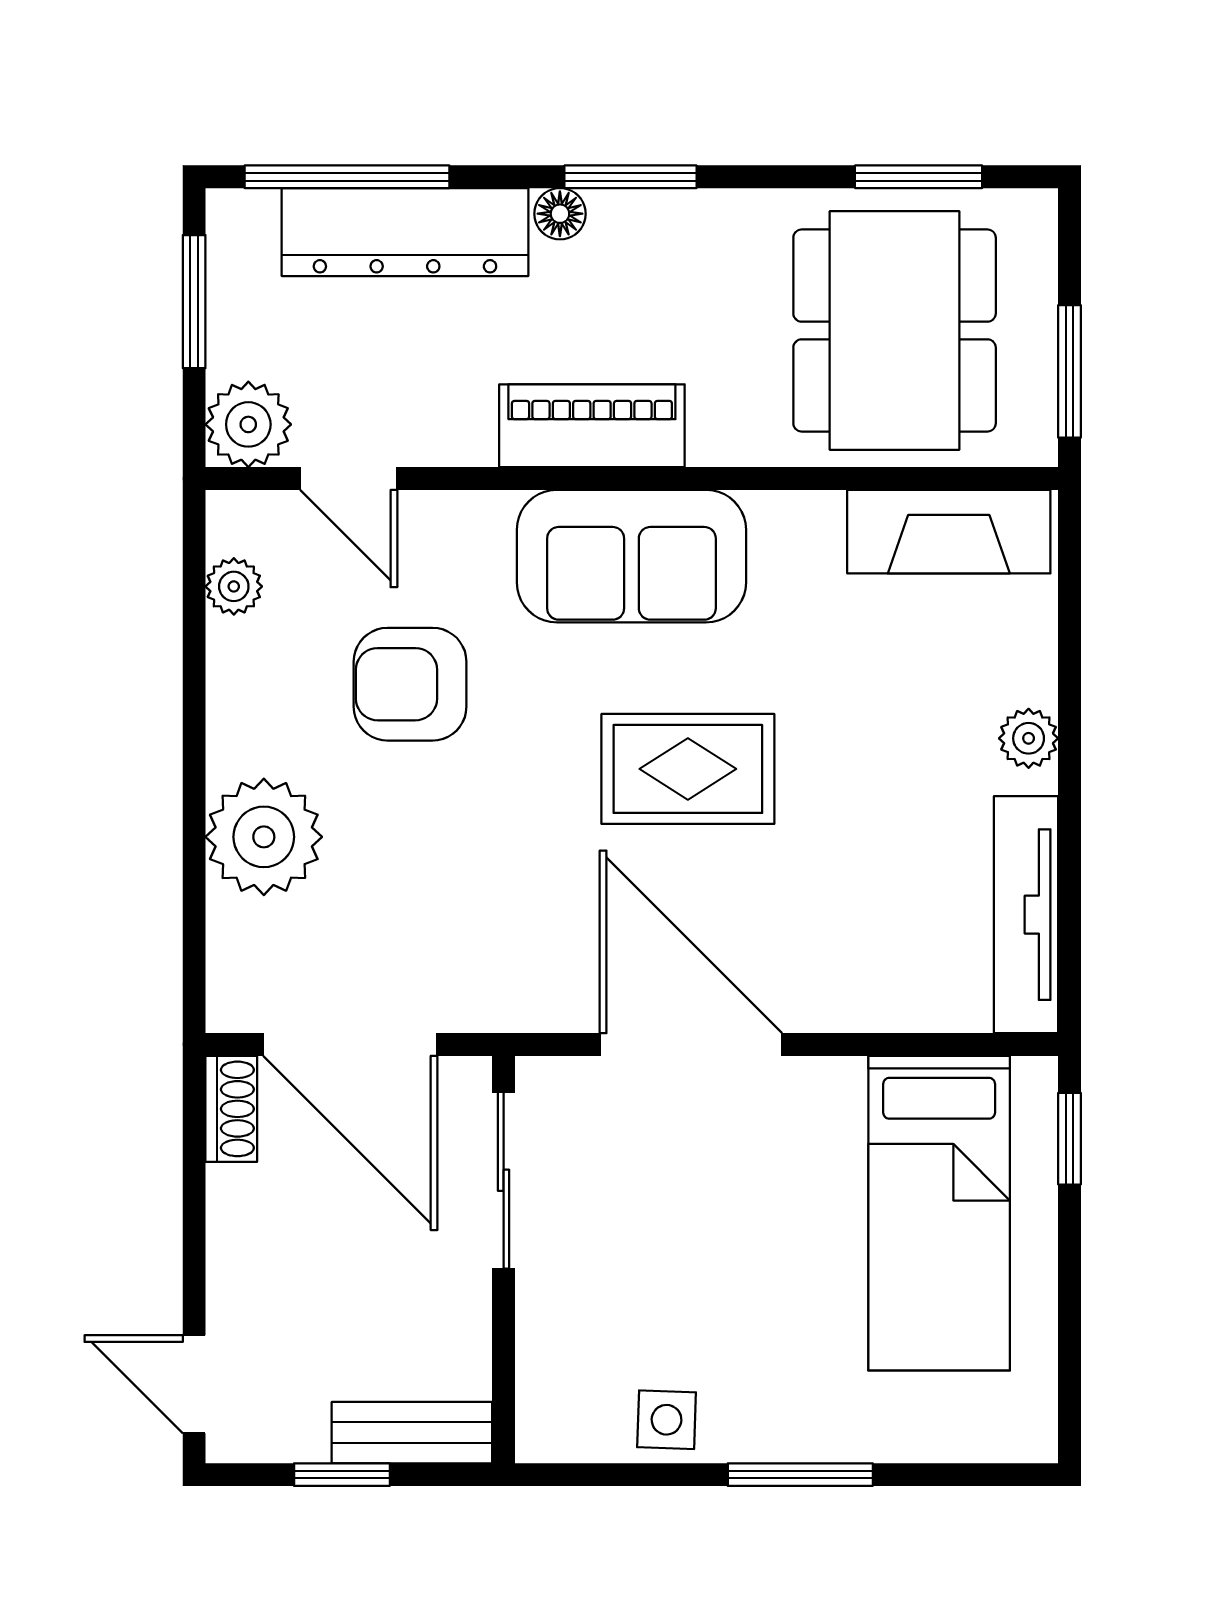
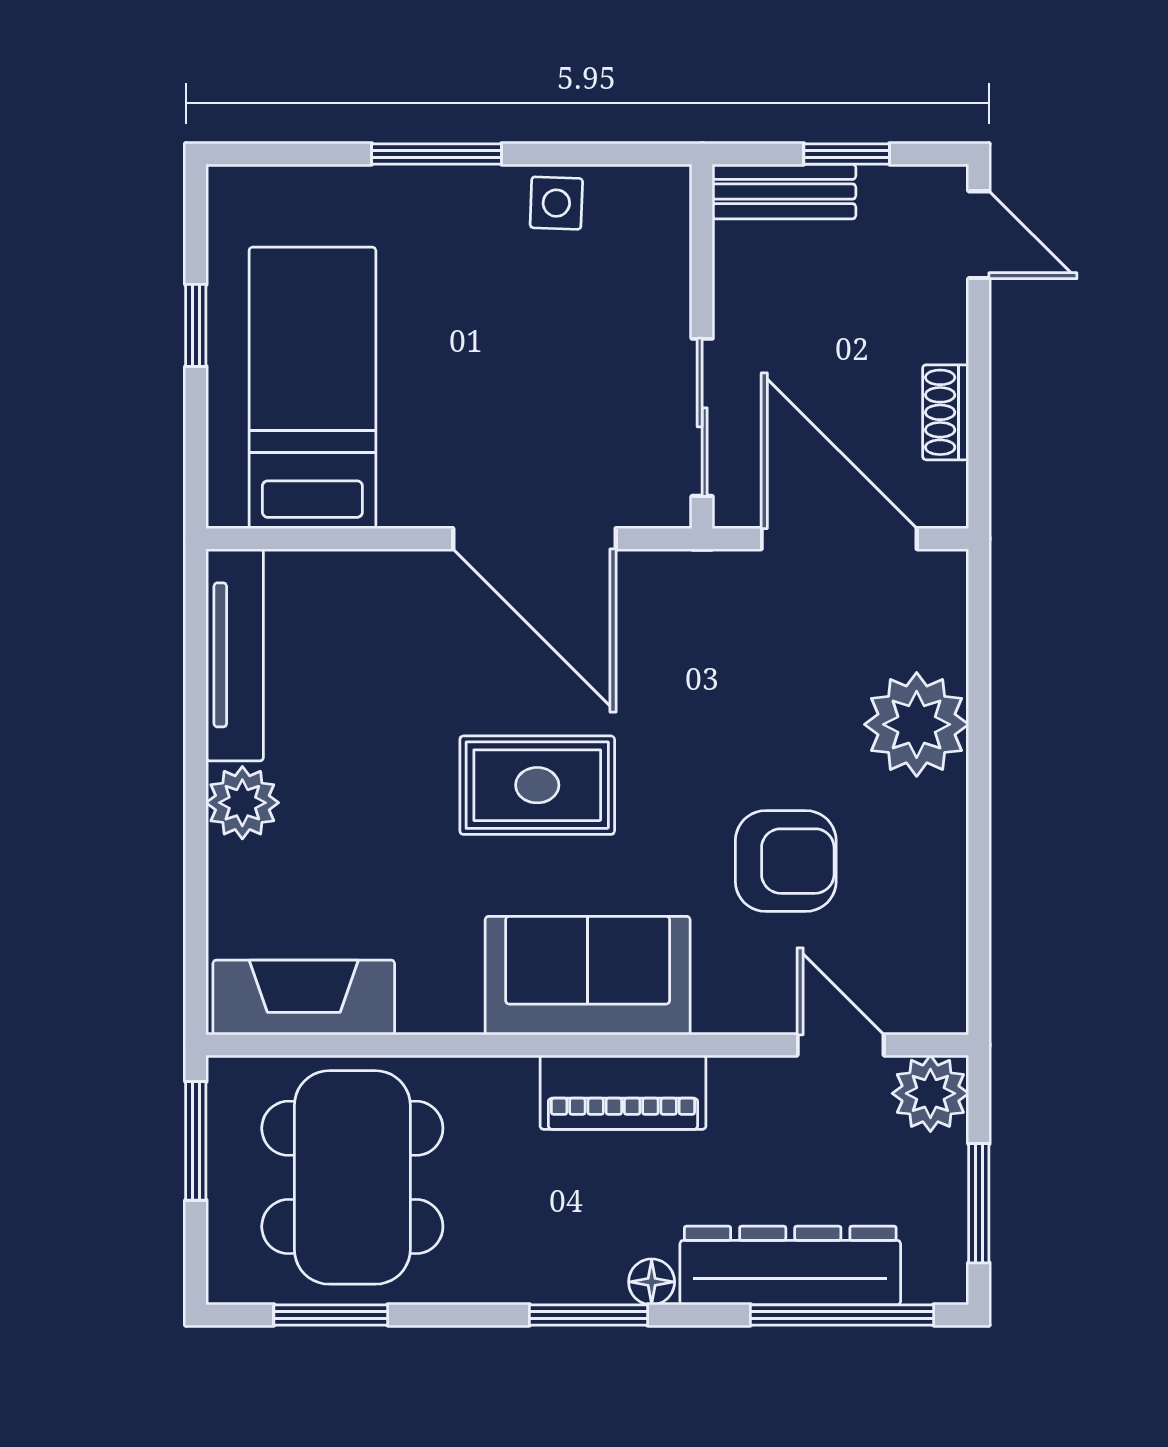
plant: (234, 586) -> (943, 948), removed
plant: (1029, 738) -> (242, 803), width x1.38, depth x1.38
shoe rack: (231, 1109) -> (946, 412), moved
window: (1069, 1139) -> (196, 325), moved

